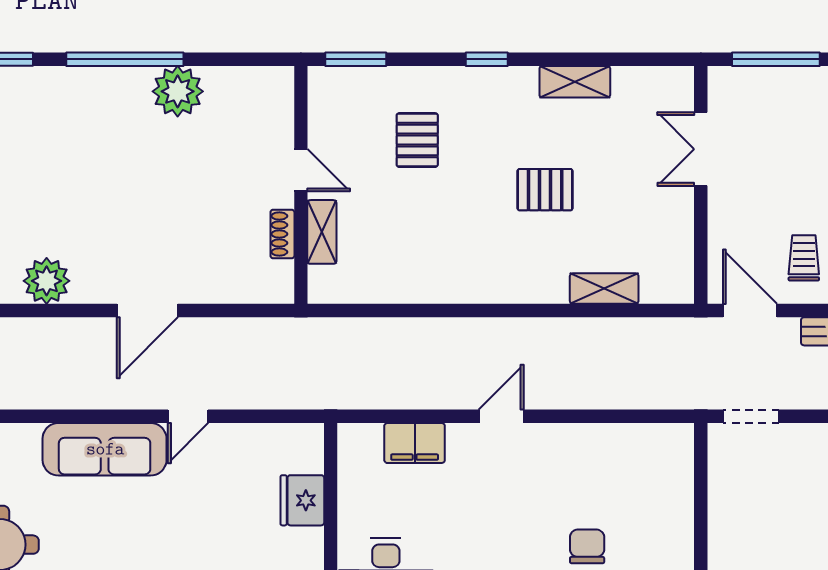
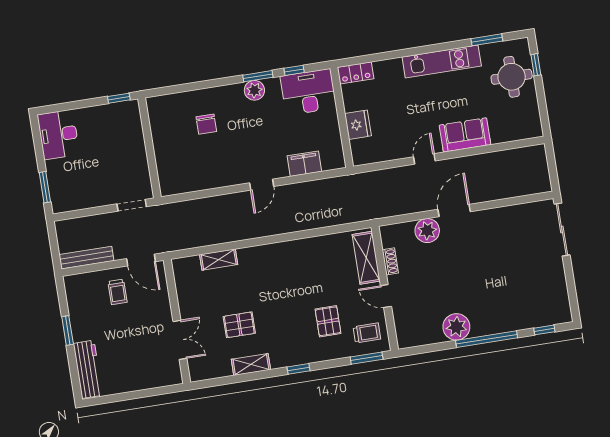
window: (776, 59) -> (148, 393), removed
trolley: (348, 107) -> (367, 333), added
pallet: (545, 190) -> (239, 325), moved
shelving: (322, 232) -> (366, 258), width x1.50, depth x1.33
plant: (47, 281) -> (427, 231), moved
sofa: (105, 449) -> (465, 135), width x0.73

